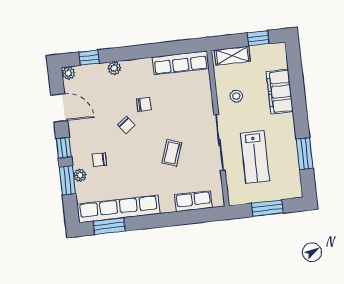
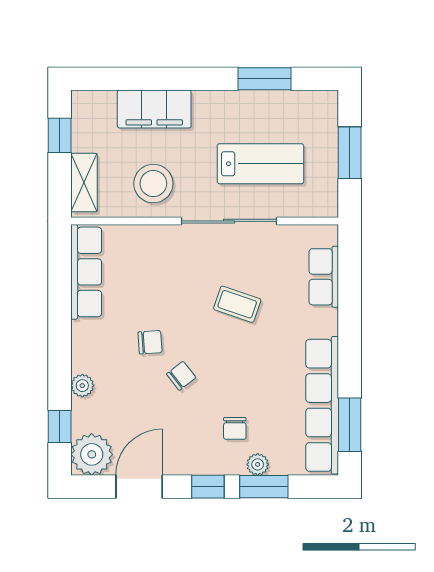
plant: (68, 73) -> (92, 454), width x1.88, depth x1.88
stool: (236, 96) -> (153, 184), width x1.89, depth x1.89
chair: (144, 105) -> (150, 342), turned 86

